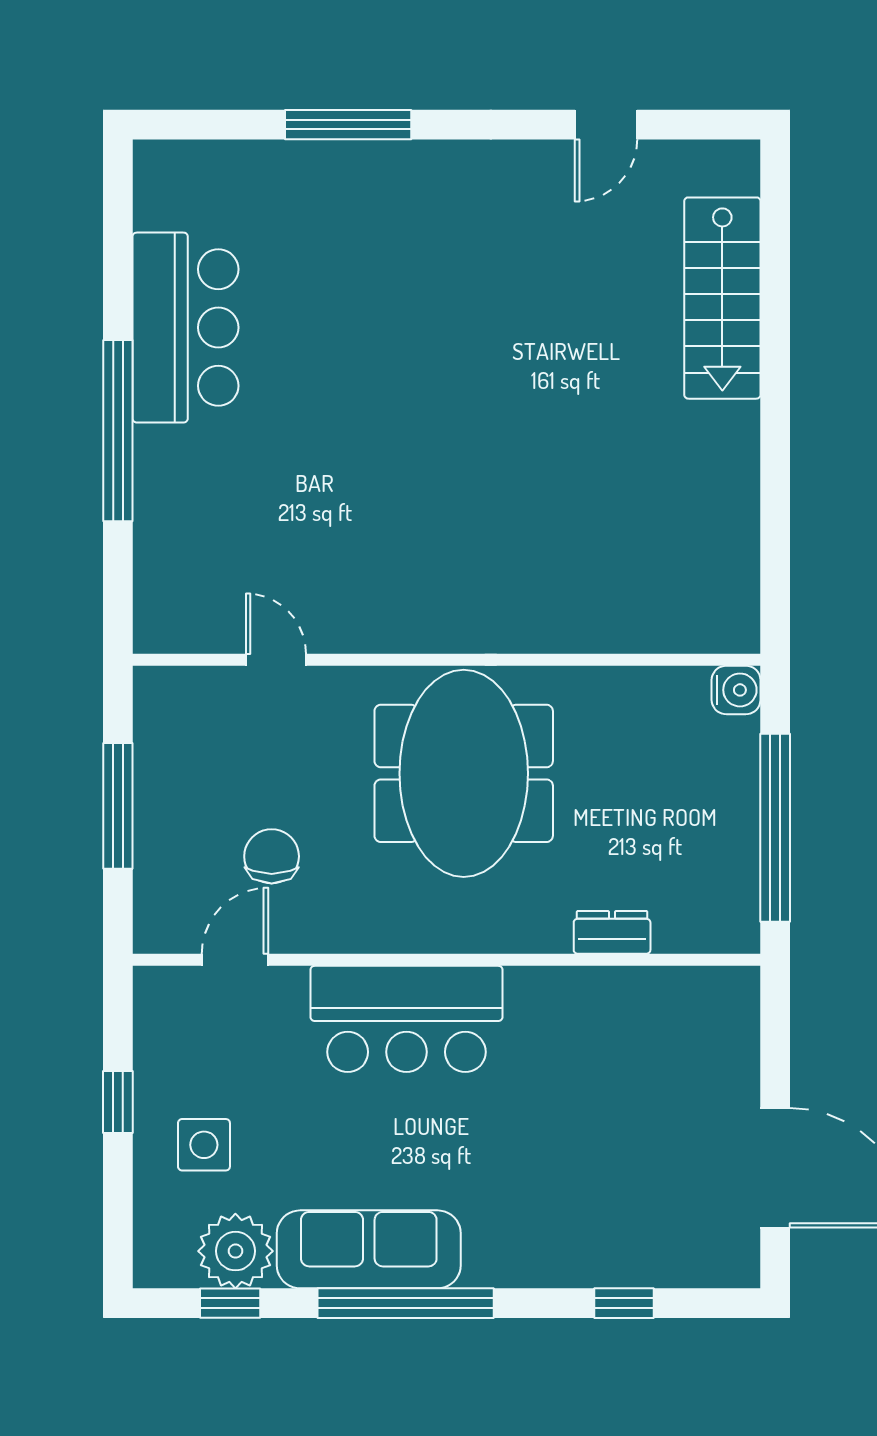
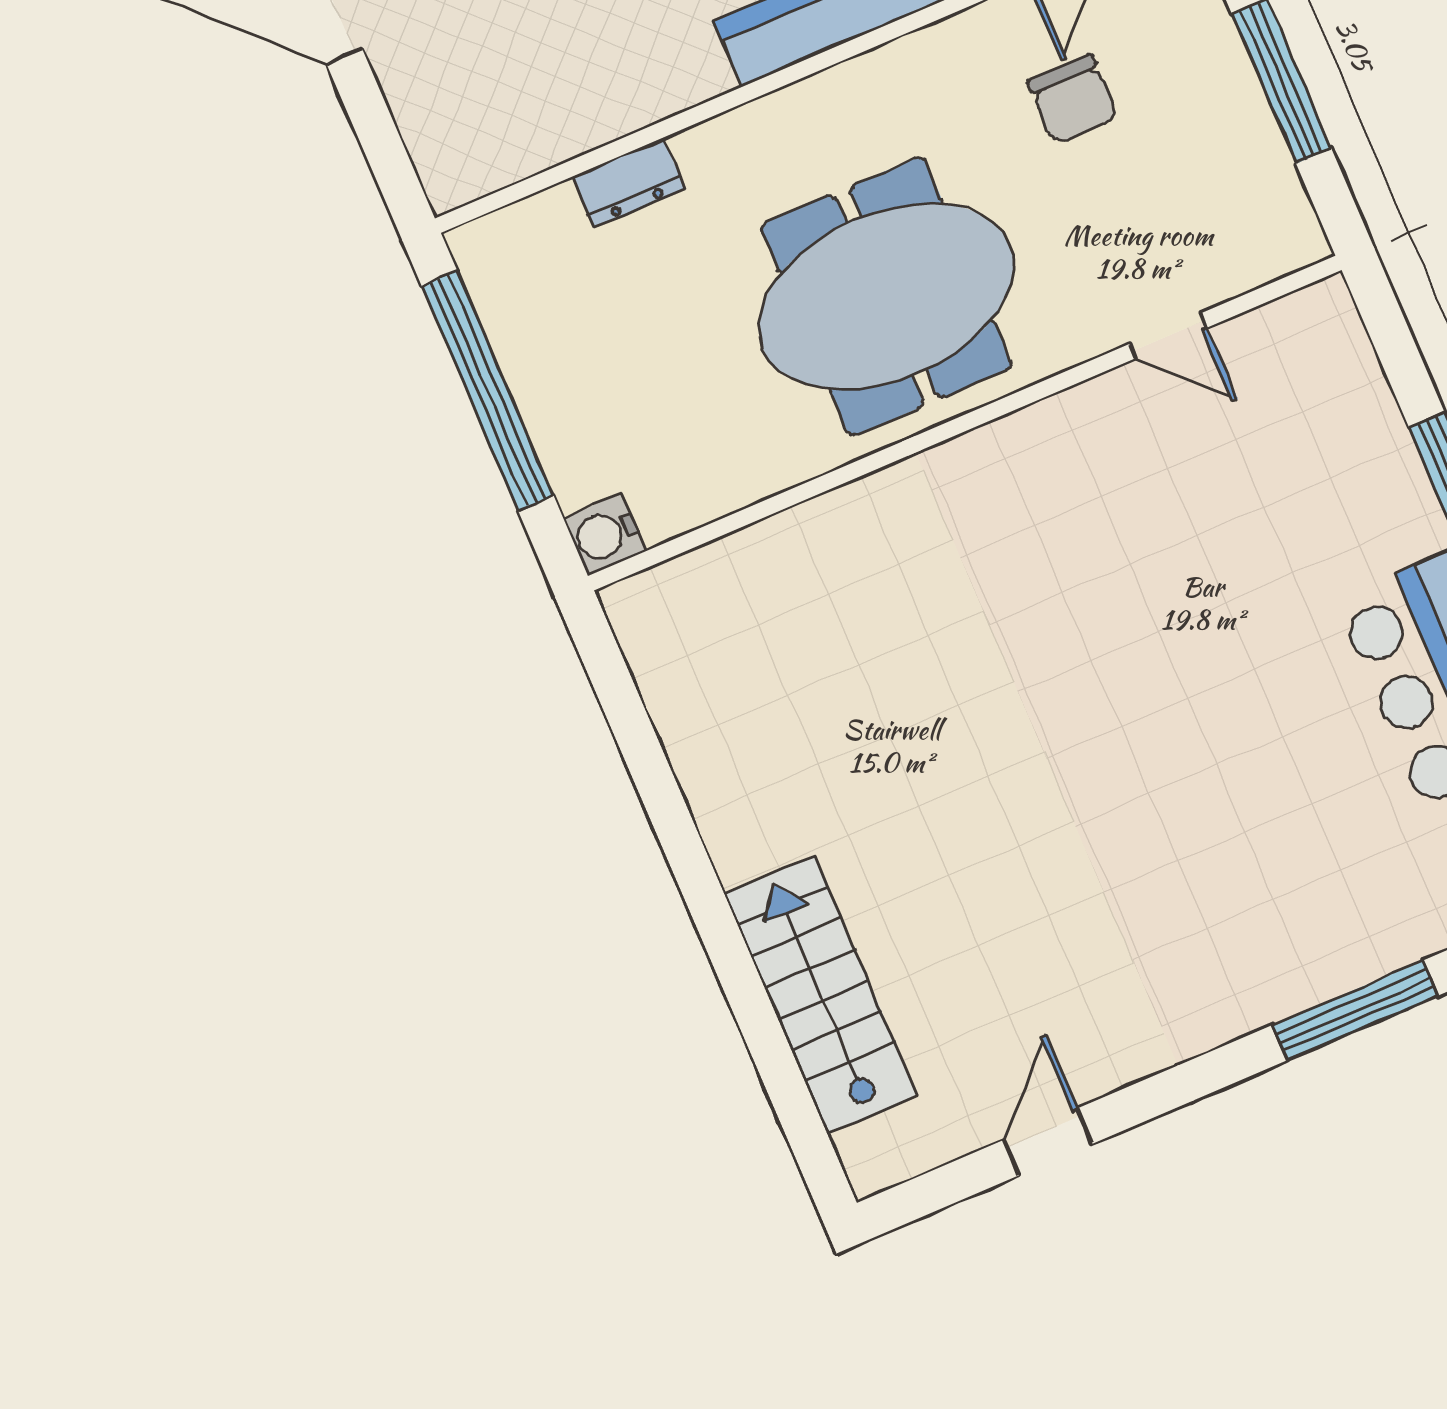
meeting table: (464, 773) -> (886, 296), turned 90

